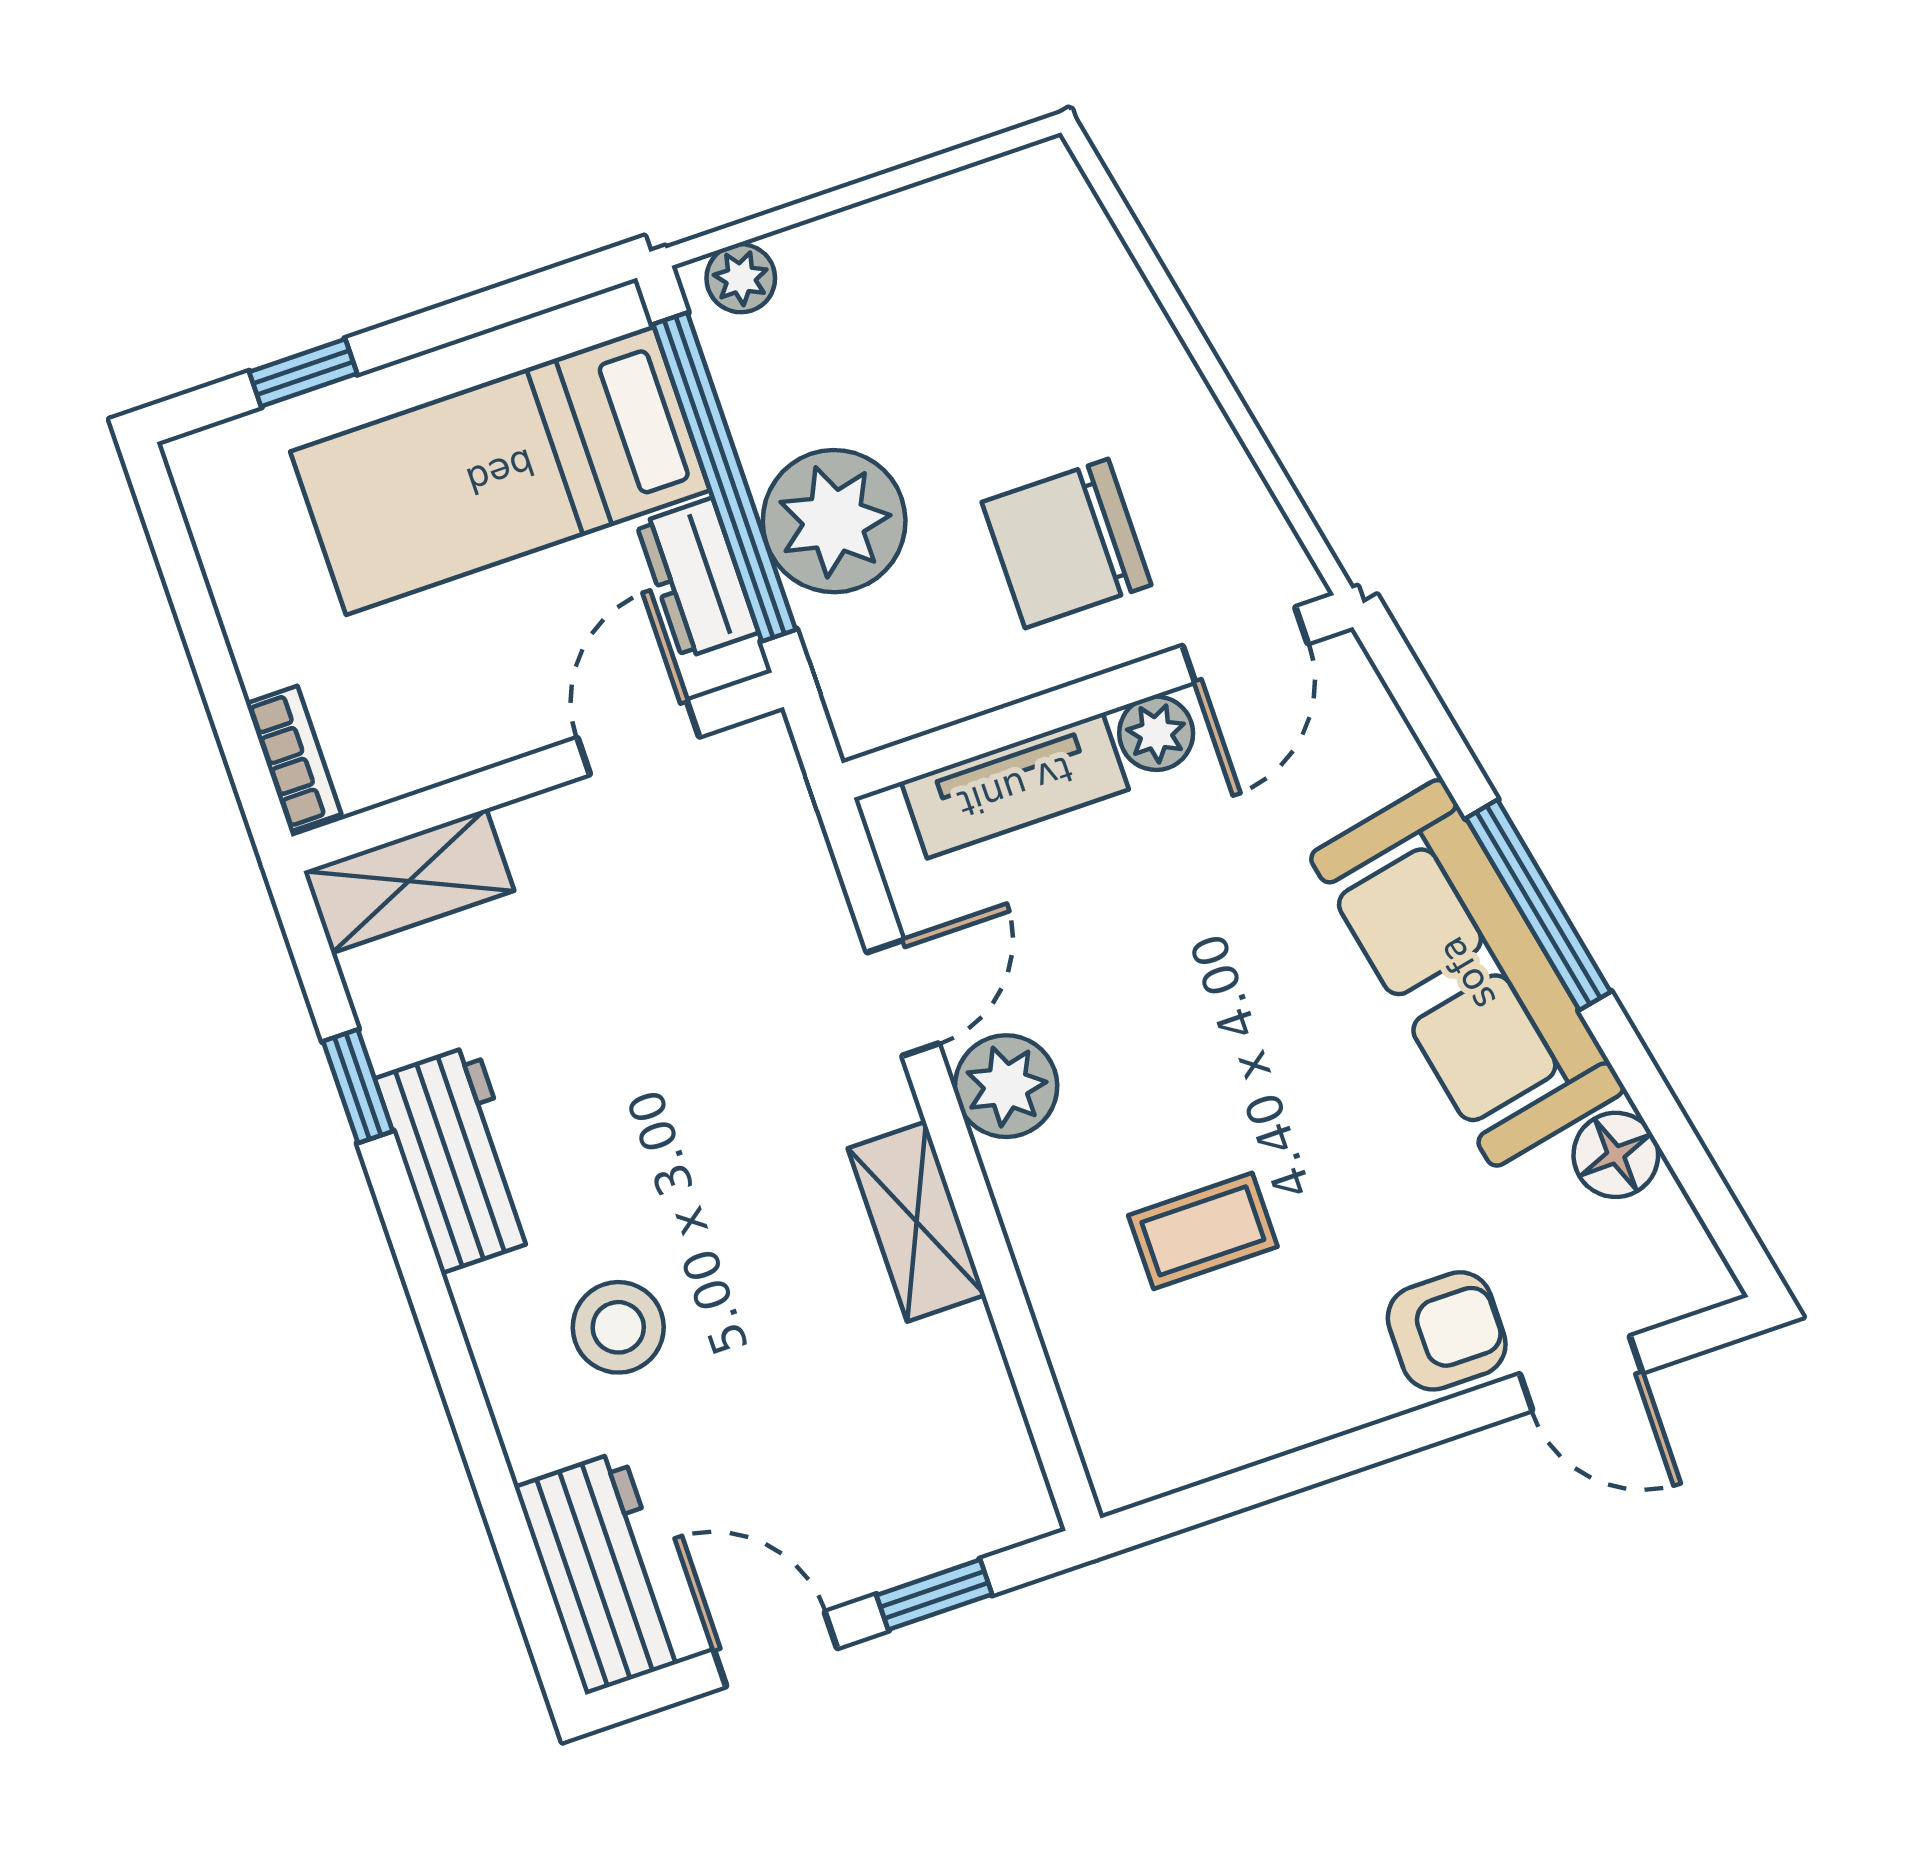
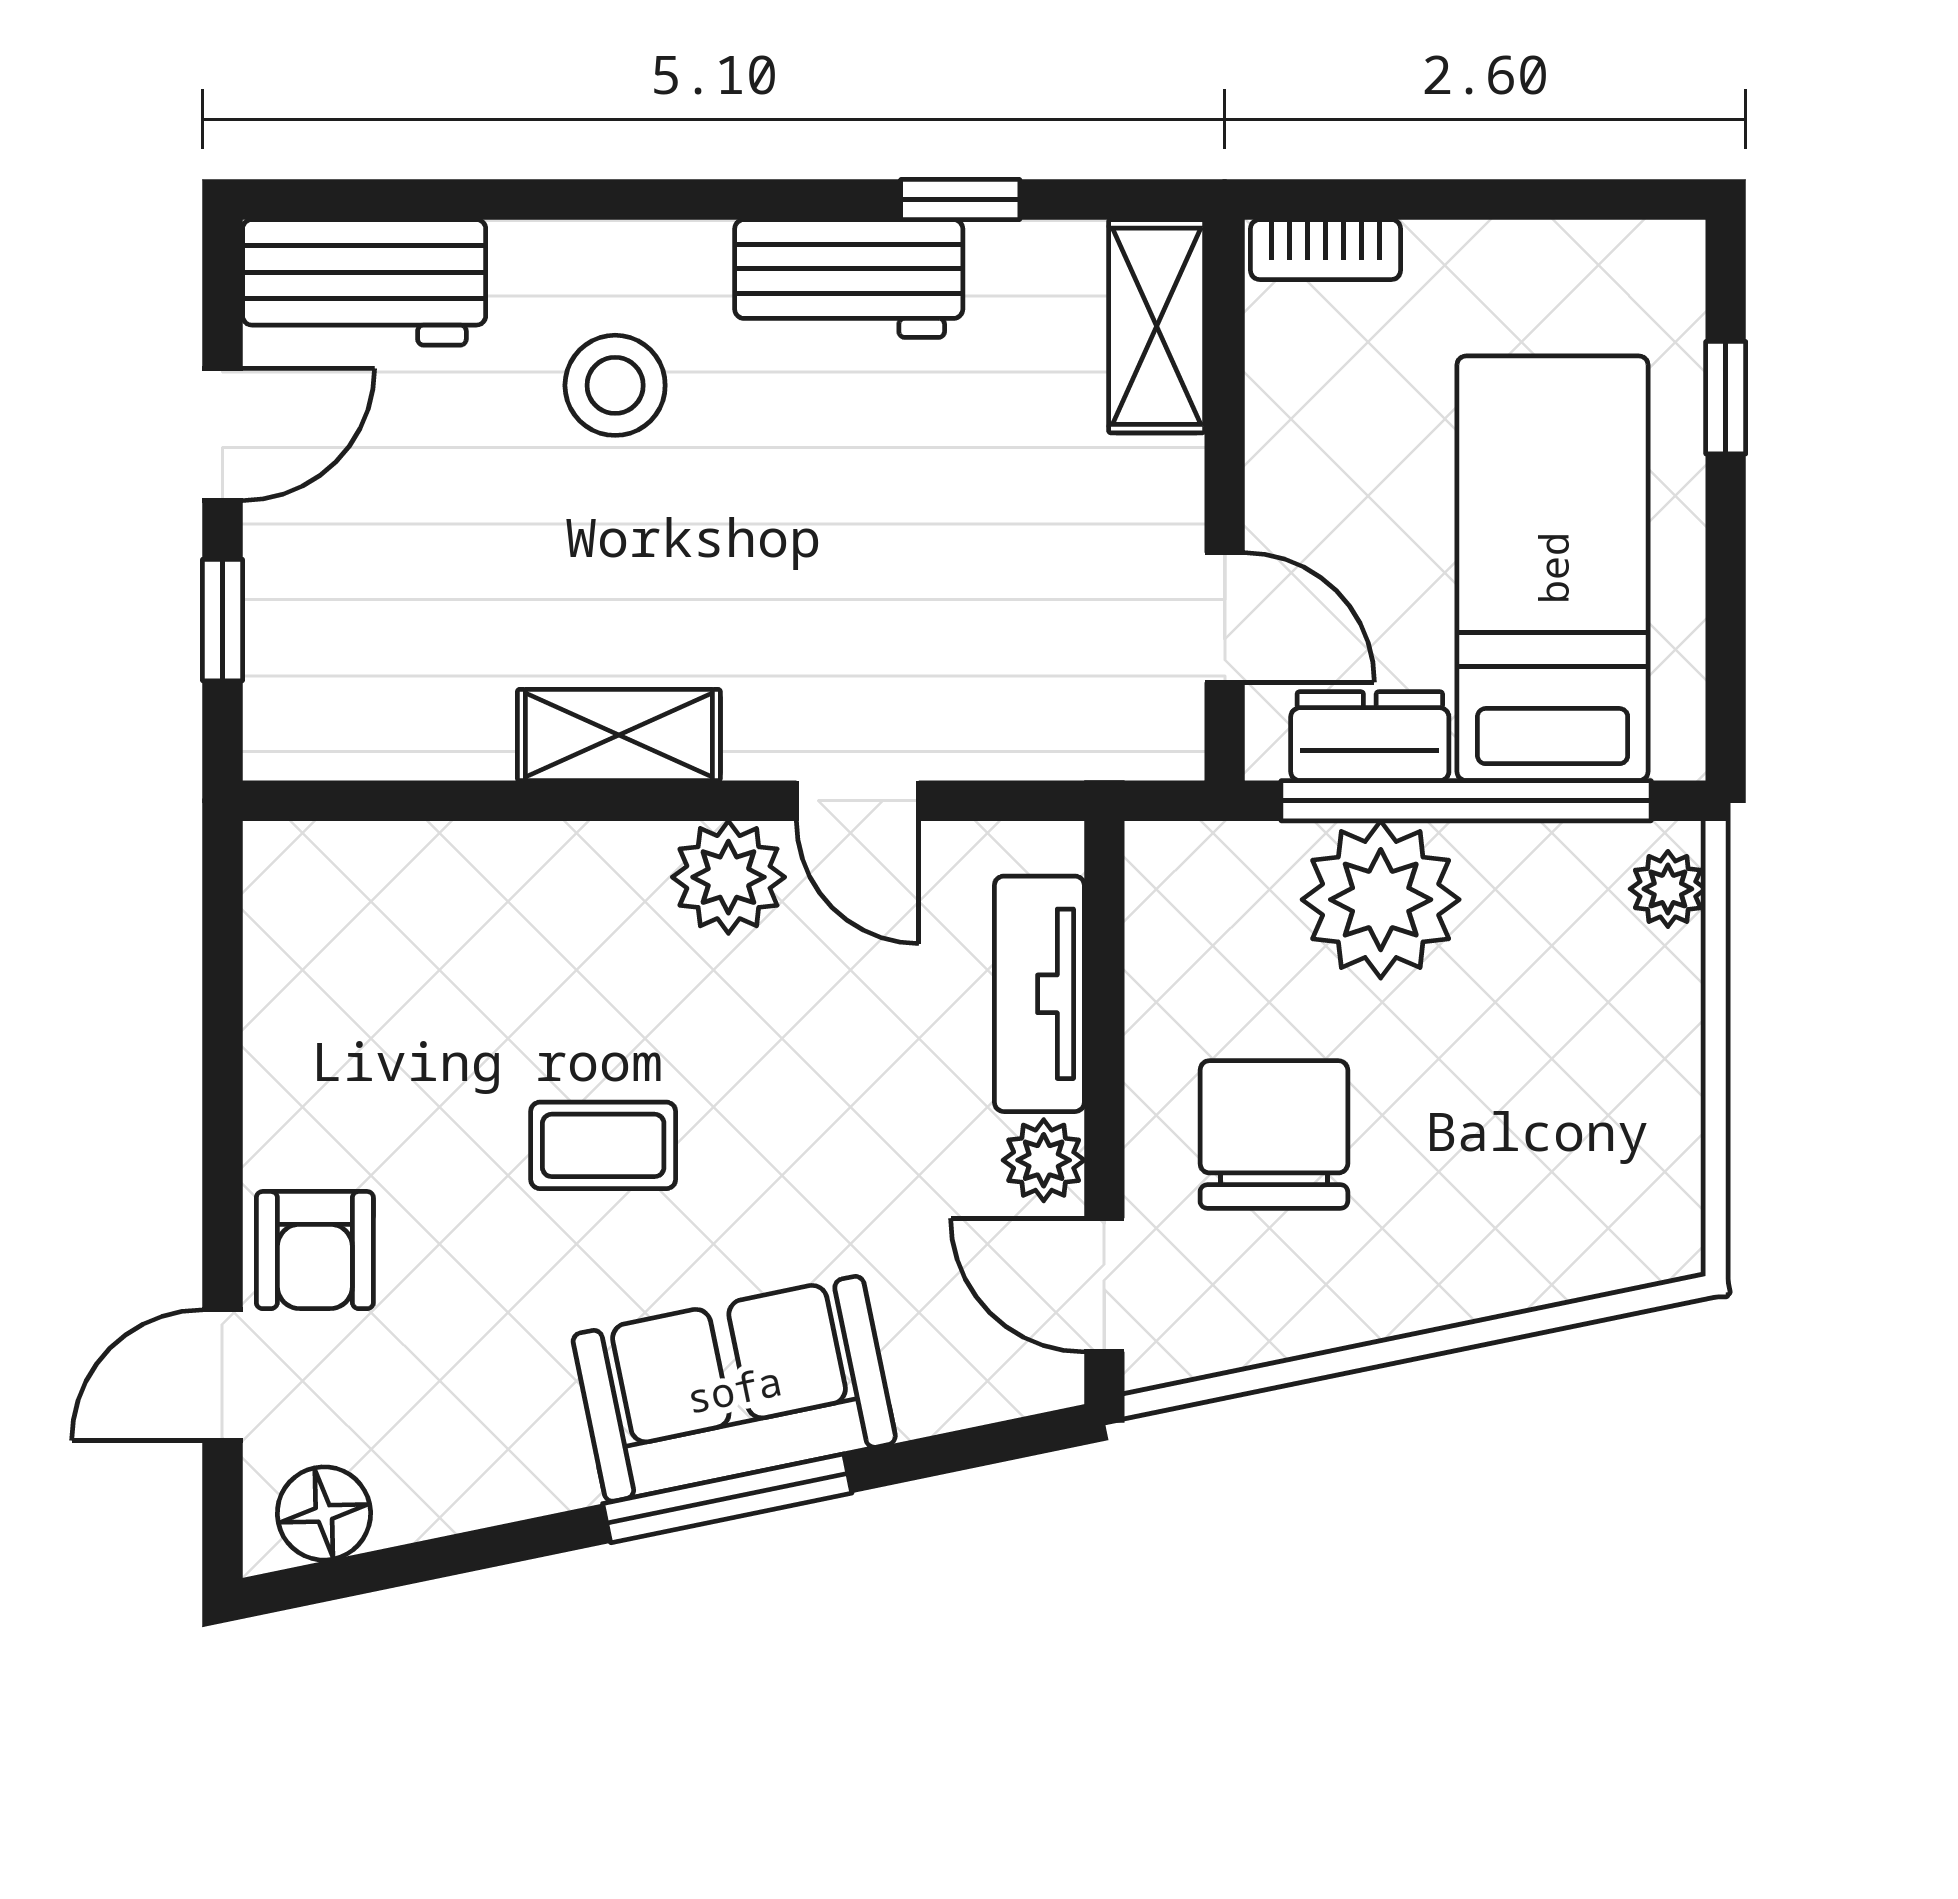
sofa: (1467, 973) -> (734, 1389), width x0.73
floor lamp: (1616, 1155) -> (324, 1513), moved
coffee table: (1203, 1231) -> (603, 1145), moved, turned 90

